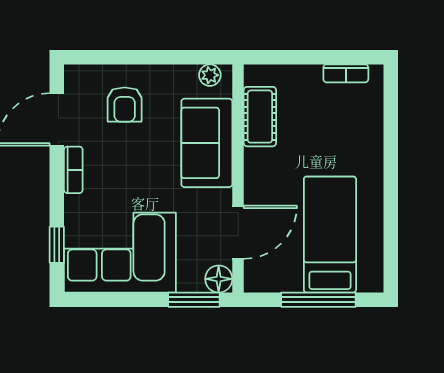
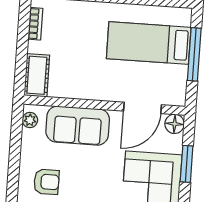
cot: (260, 117) -> (37, 75), moved, turned 90
door: (238, 232) -> (142, 108), swing flipped
window: (194, 300) -> (187, 164), moved

